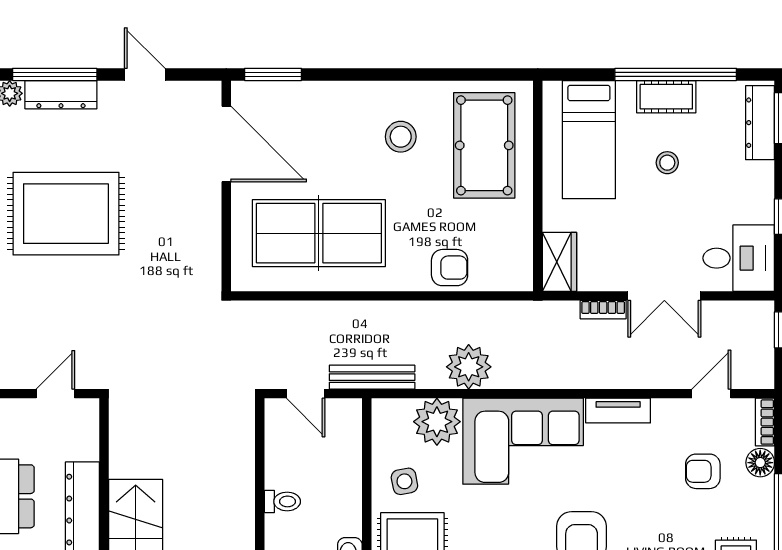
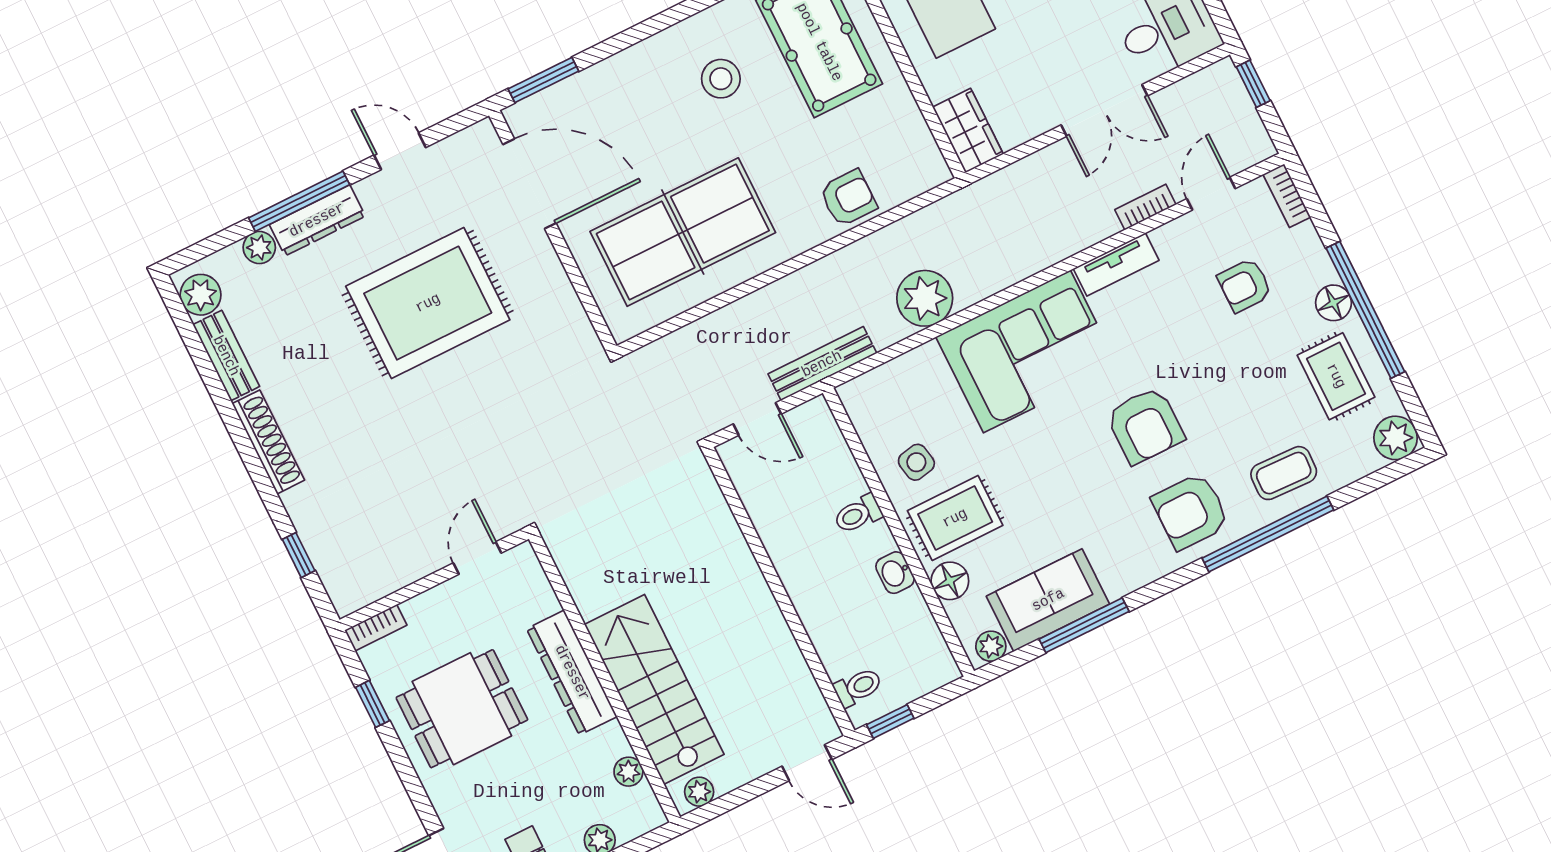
rug: (66, 214) -> (428, 303), moved
bookcase: (603, 310) -> (1145, 207), moved, turned 180
plant: (437, 422) -> (920, 378), removed
floor lamp: (760, 463) -> (1333, 303), moved
toilet: (282, 501) -> (858, 514), moved, turned 180

